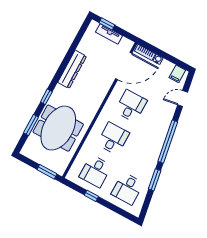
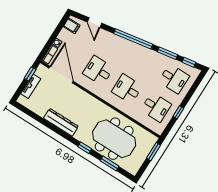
window: (107, 24) -> (30, 74), moved
window: (146, 204) -> (189, 62), added

